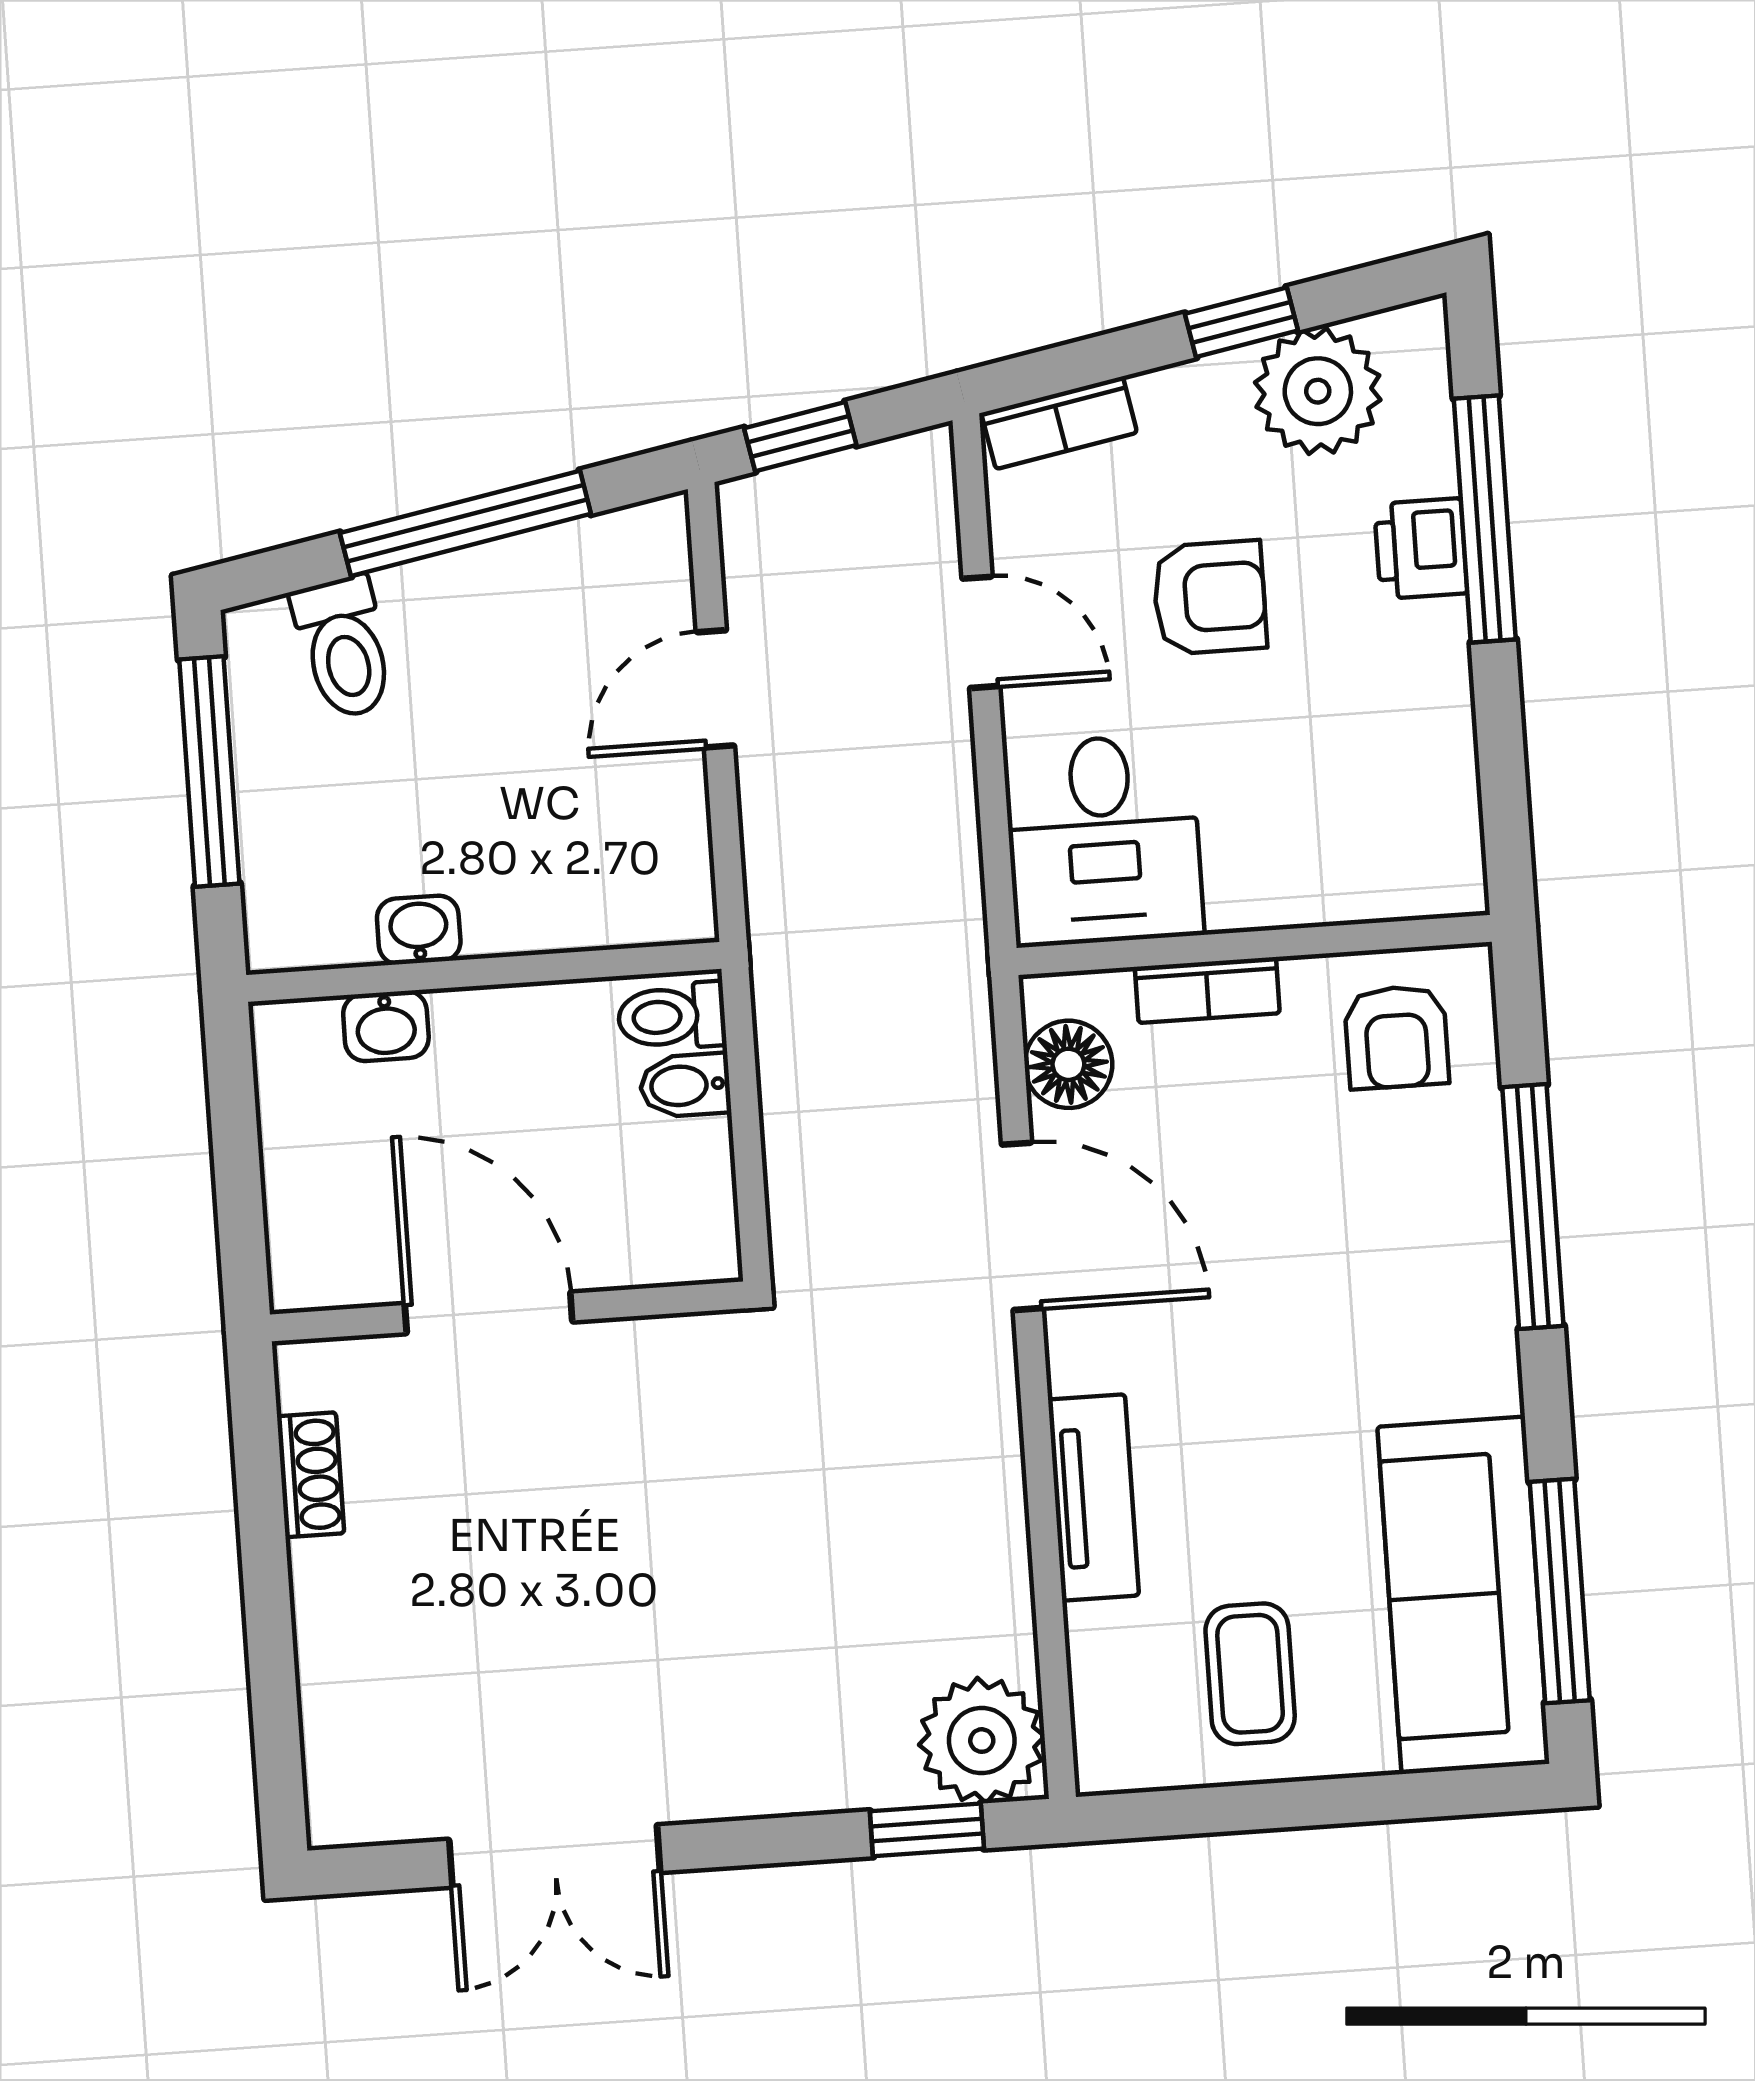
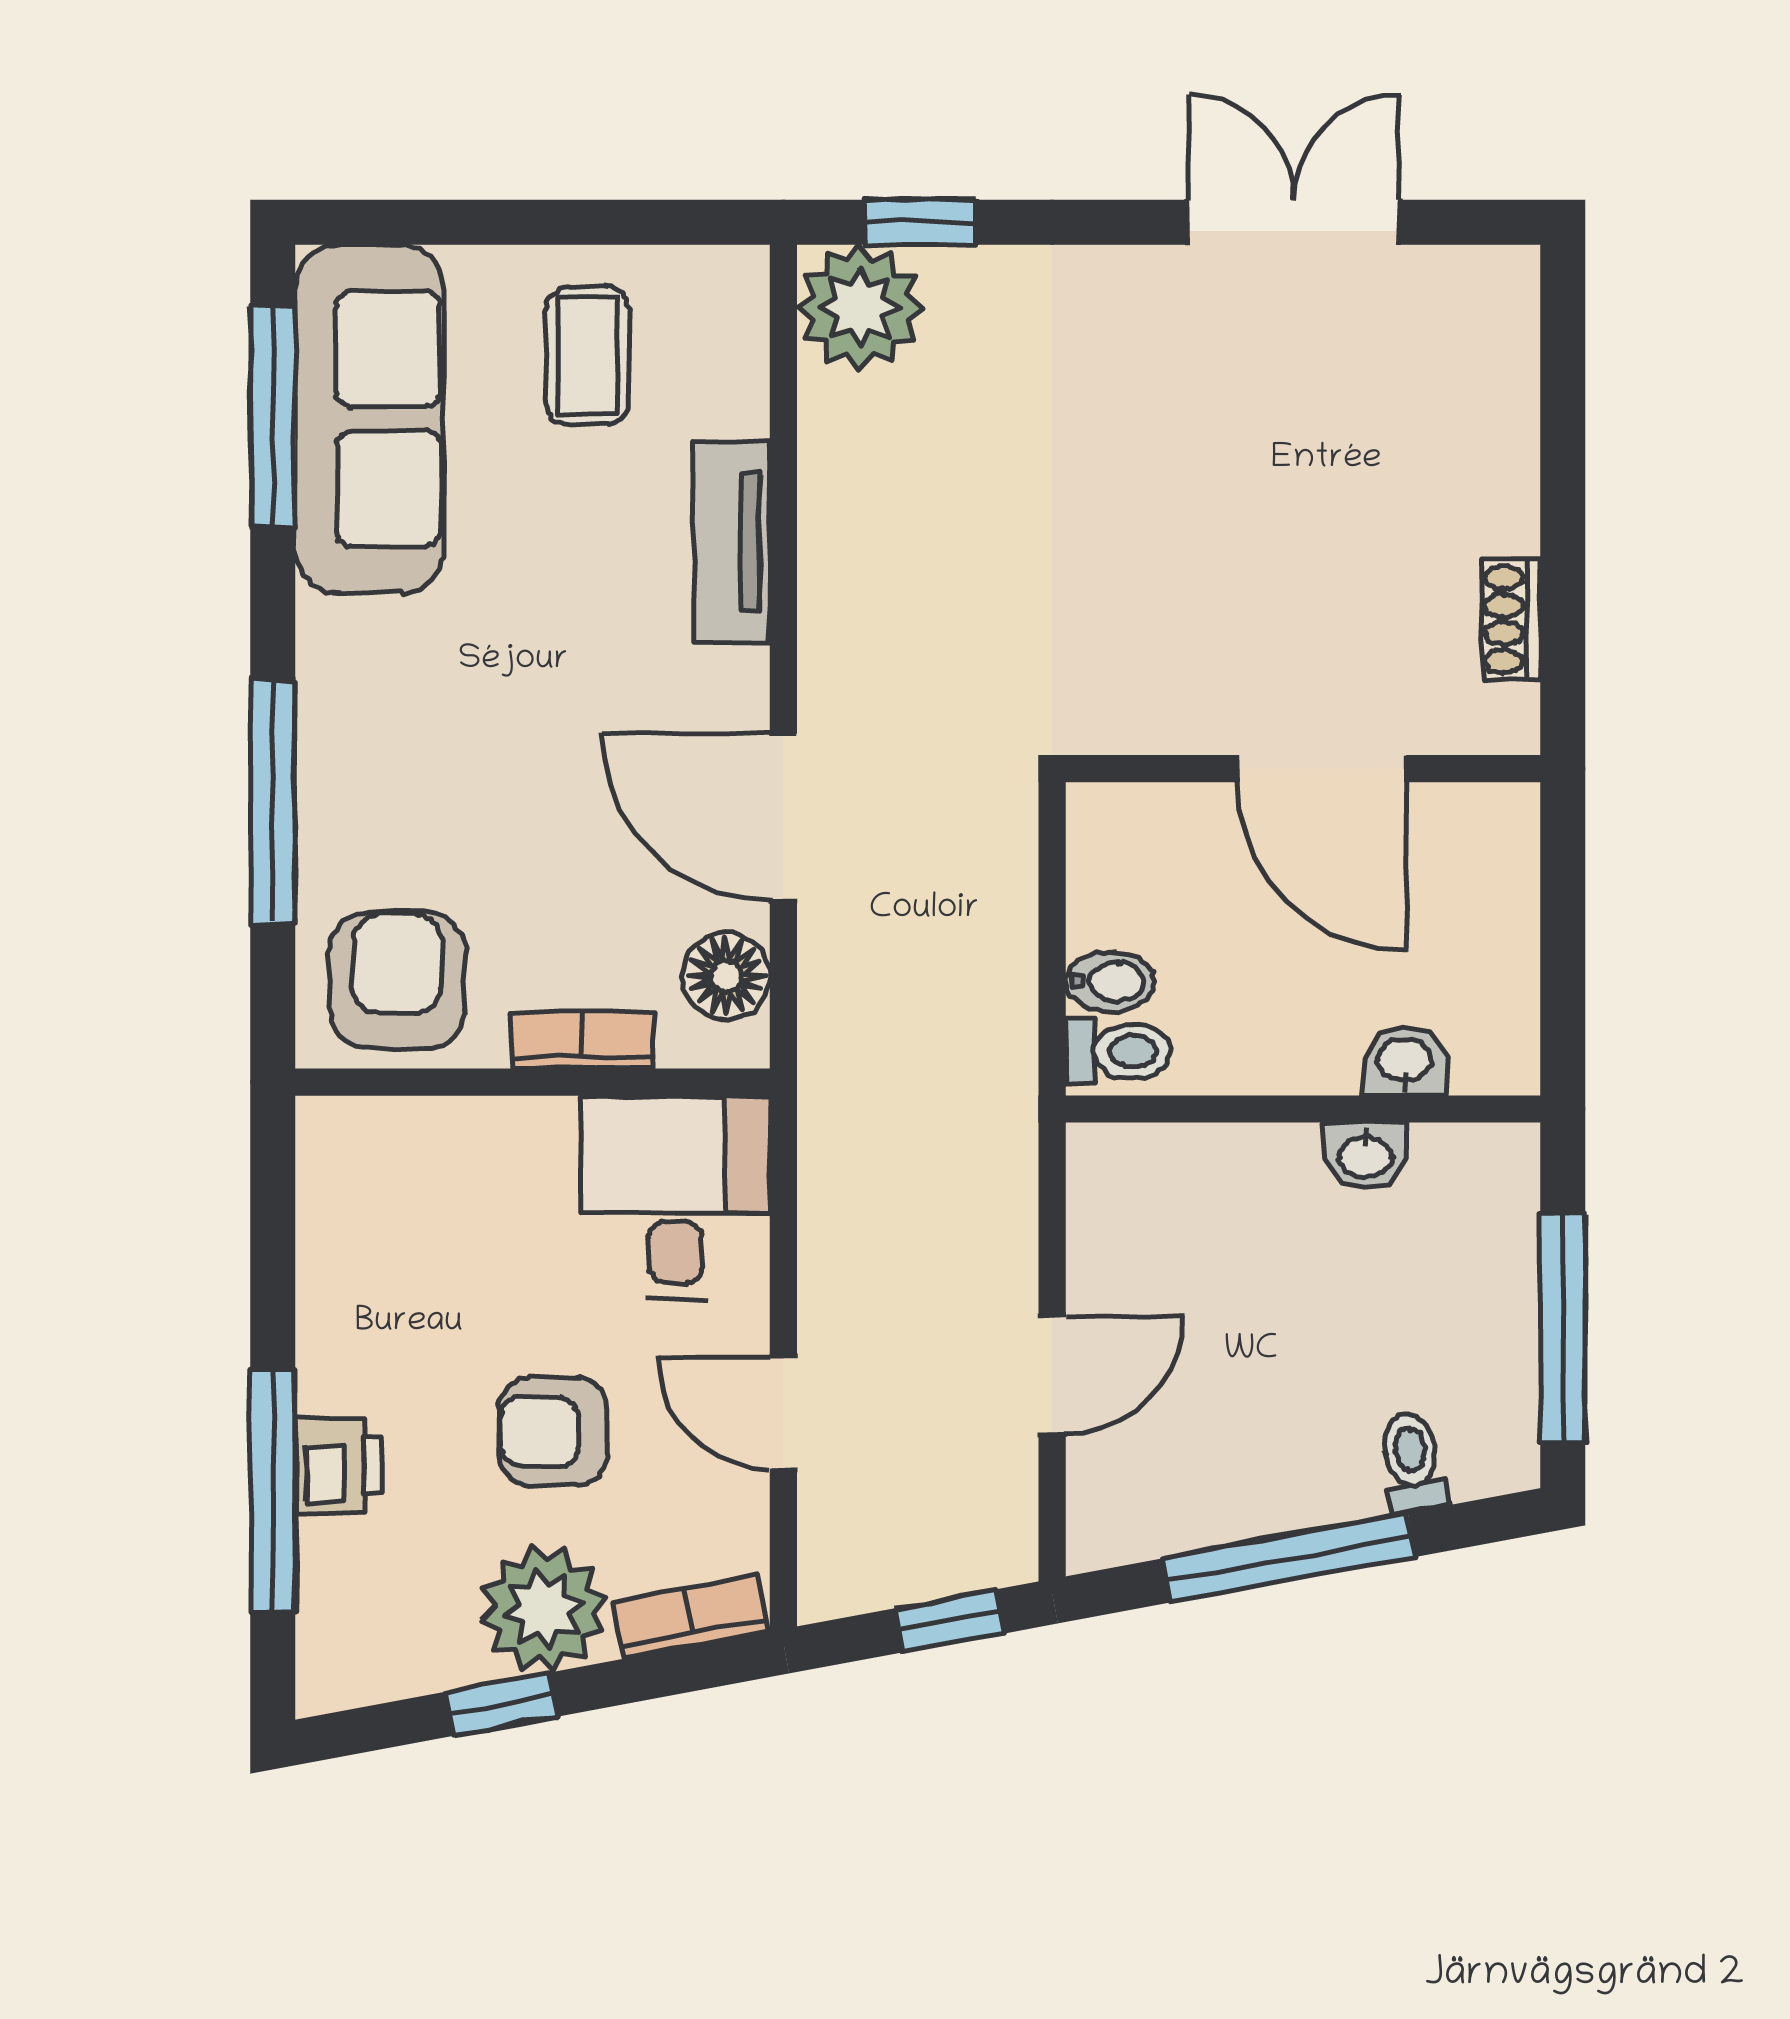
plant: (1318, 391) -> (543, 1609), moved
toilet: (344, 648) -> (1412, 1463), width x0.73, depth x0.72
armchair: (1397, 1037) -> (397, 980), width x1.38, depth x1.38

